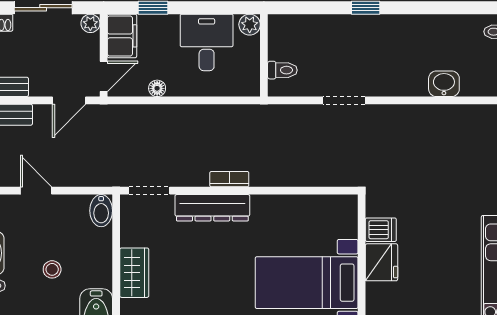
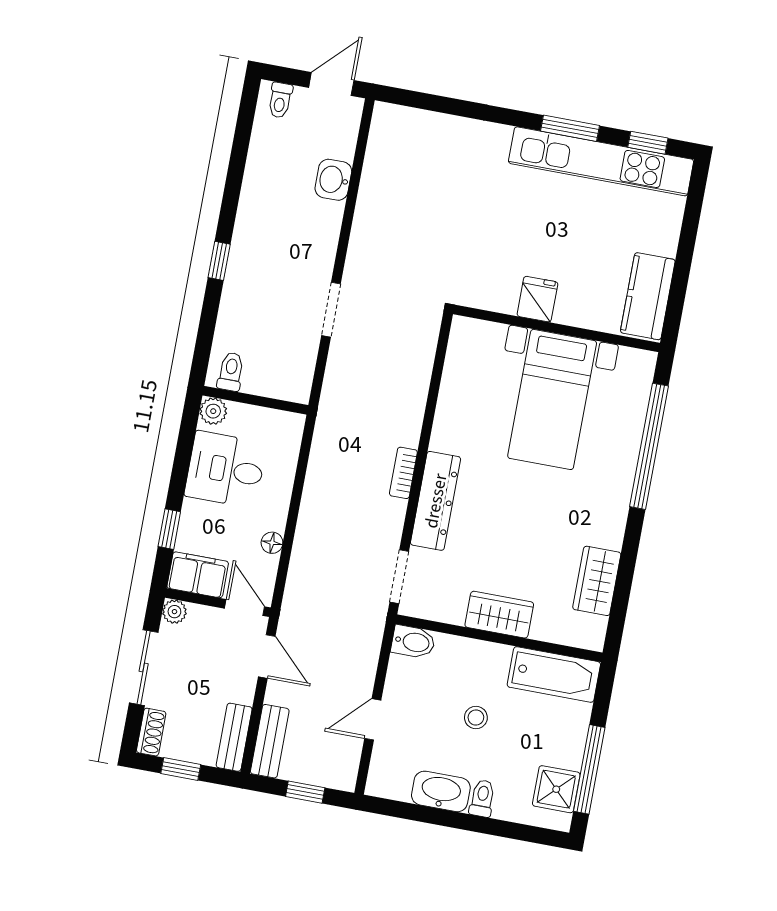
toilet: (282, 70) -> (231, 372), moved
dishwasher: (381, 230) -> (503, 294), removed
fridge: (381, 262) -> (537, 299), width x0.72

